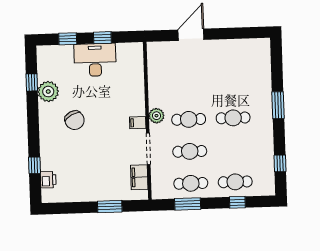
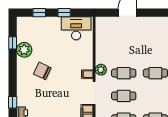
desk: (95, 60) -> (76, 28), moved
chair: (75, 120) -> (42, 71), turned 142

